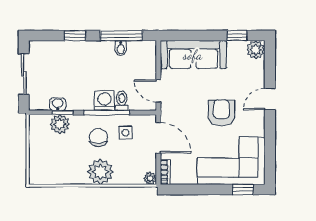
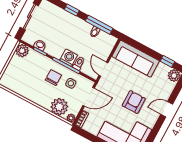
plant: (60, 124) -> (22, 51), moved
door: (158, 138) -> (89, 97), hinge flipped
plant: (100, 172) -> (59, 107), moved

